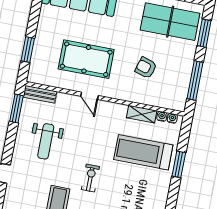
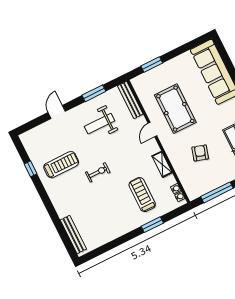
bench: (40, 94) -> (130, 100), width x1.36
window: (16, 109) -> (94, 93), moved
shelving: (142, 114) -> (162, 164), moved
treadmill: (143, 152) -> (142, 195), width x0.73, depth x0.73

